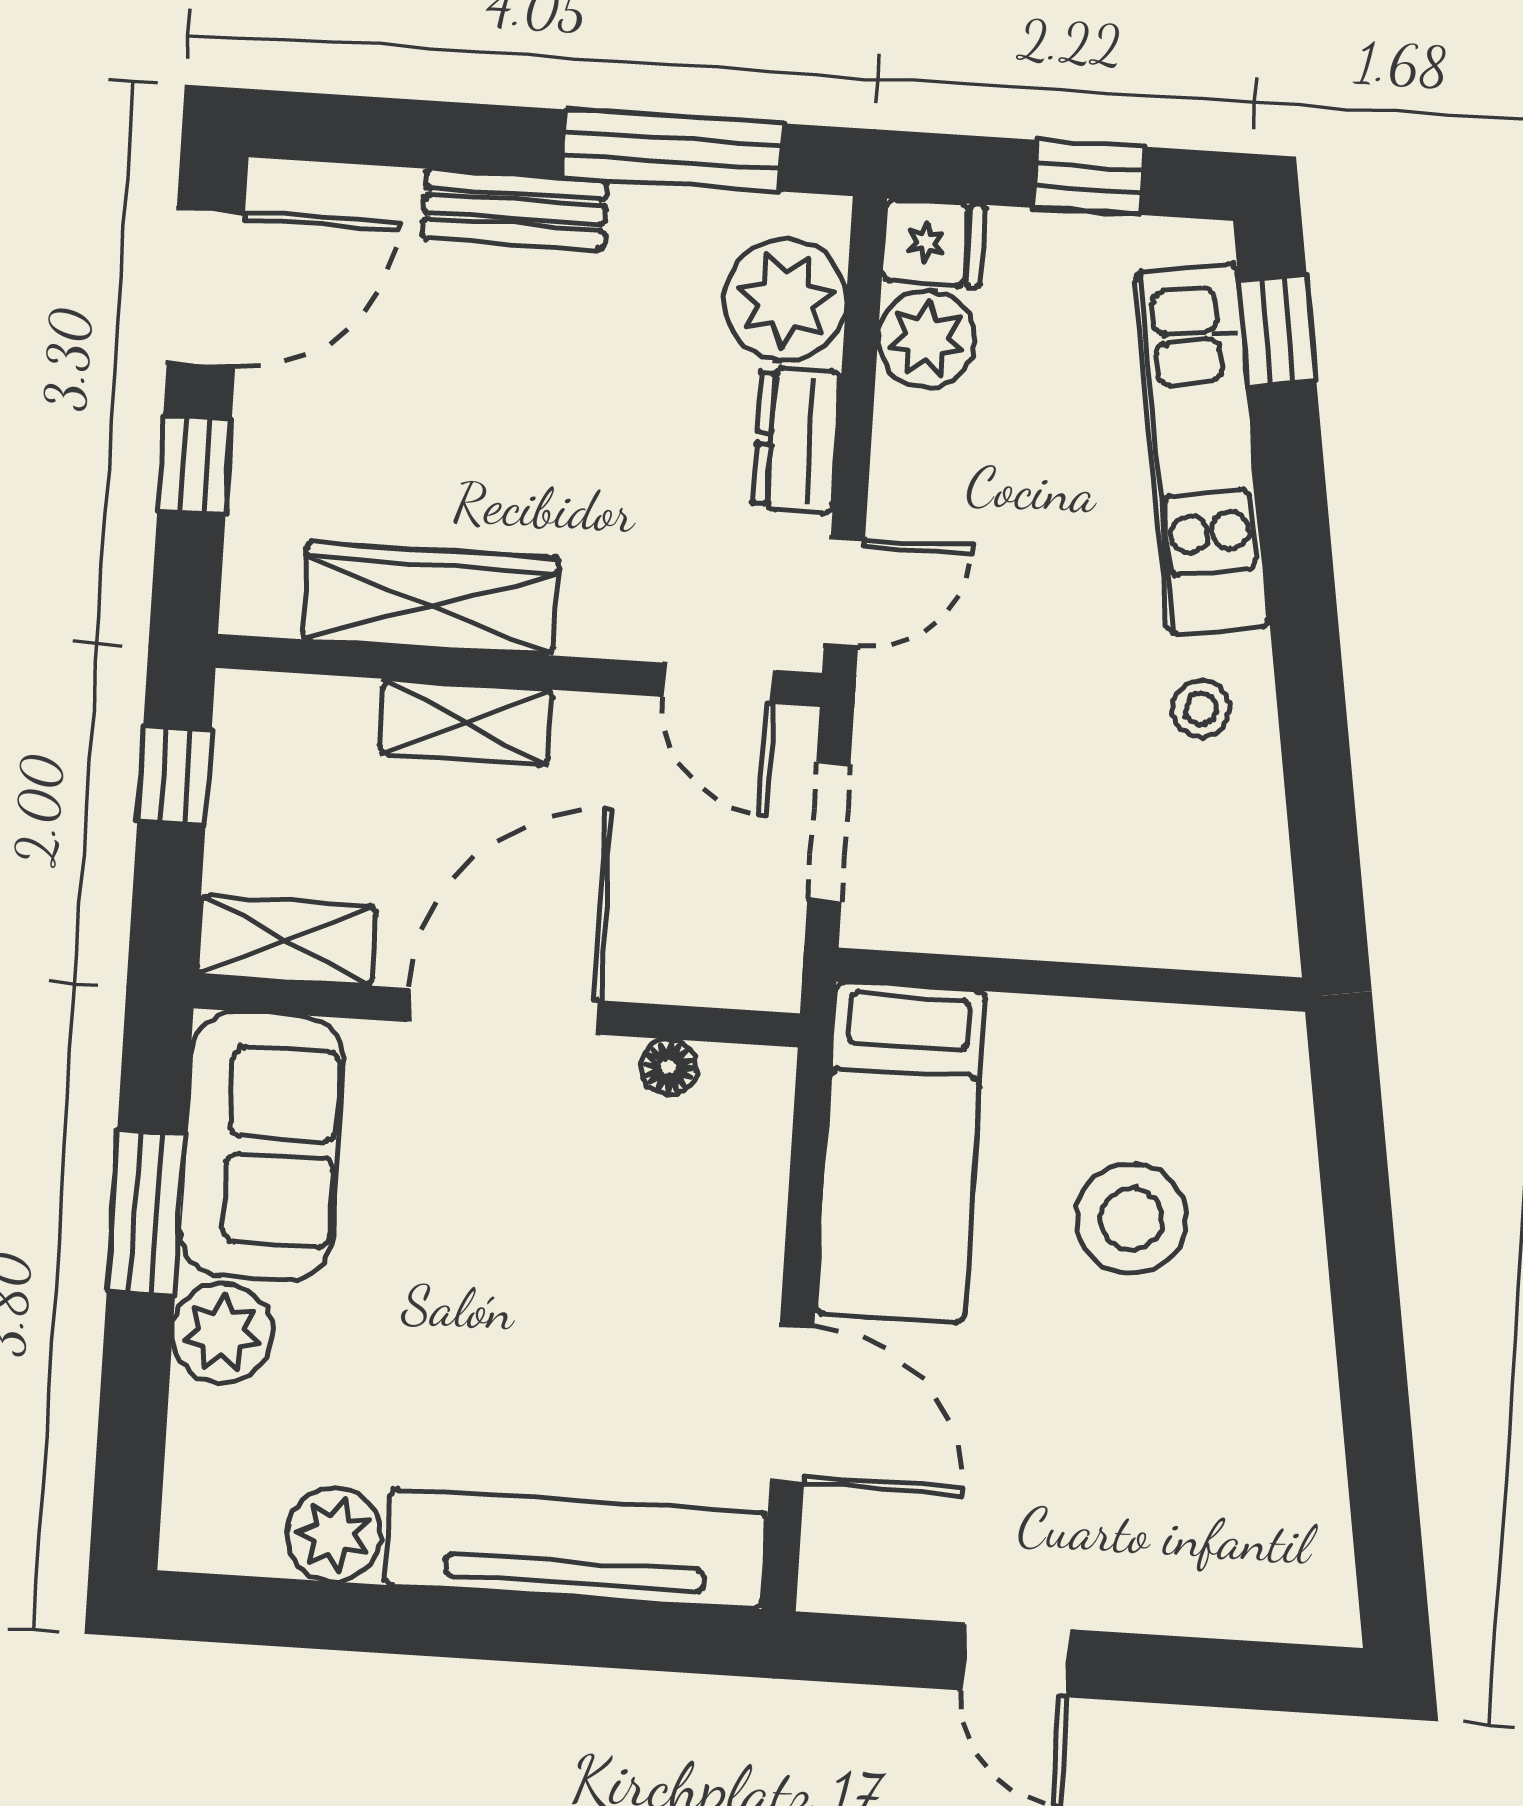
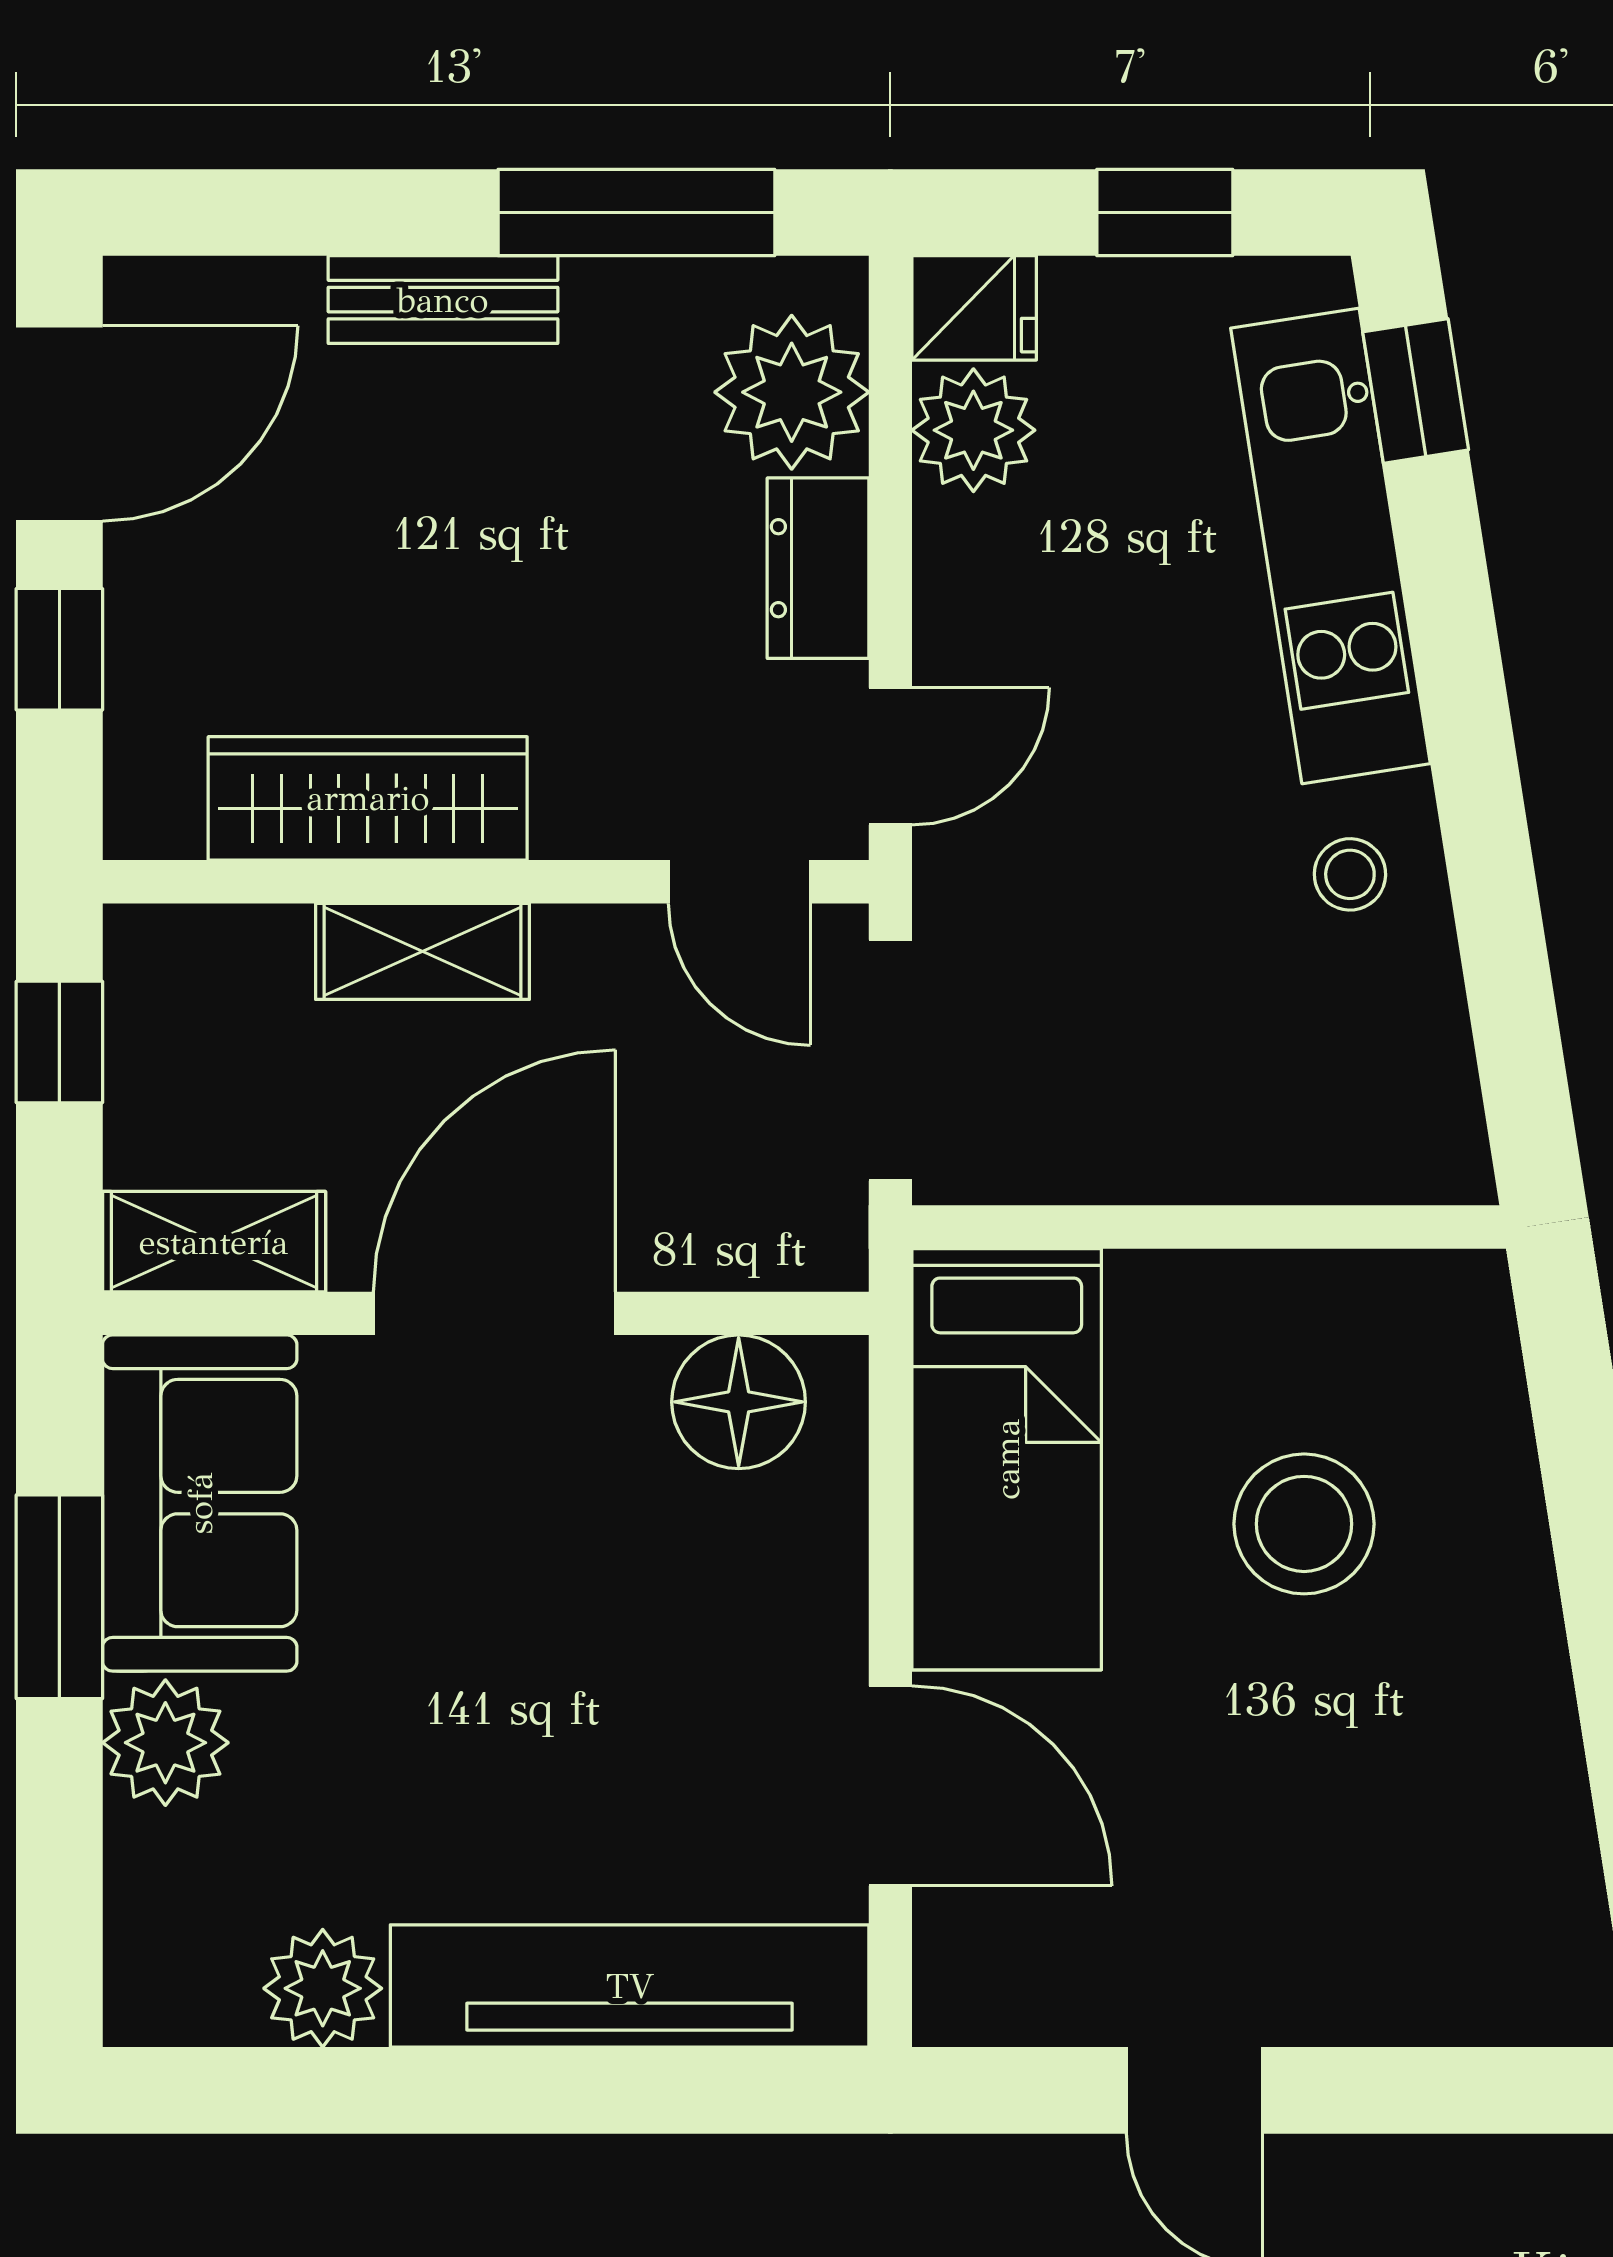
doorway: (829, 832) -> (890, 1060), width x1.38
floor lamp: (669, 1067) -> (739, 1402), width x1.89, depth x1.89

